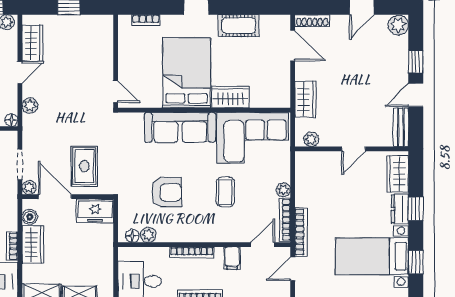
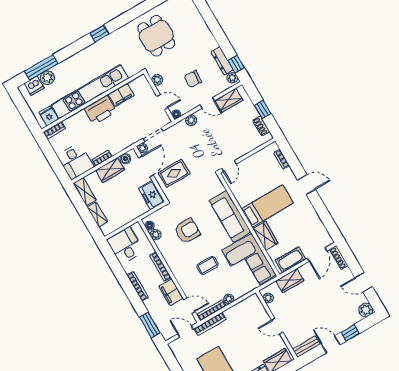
shoe rack: (89, 21) -> (261, 126), added
cot: (239, 26) -> (290, 260), moved, turned 90
bed: (187, 73) -> (267, 206), width x0.67
armchair: (167, 192) -> (187, 231), turned -90
filing cabinet: (232, 258) -> (171, 292), width x2.00

